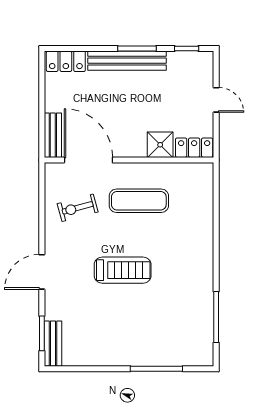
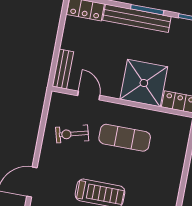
shower: (160, 145) -> (144, 83), width x1.86, depth x1.86
door: (88, 160) -> (89, 96), width x0.53

